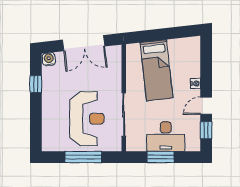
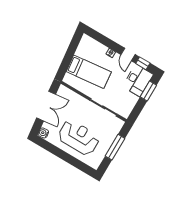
window: (36, 84) -> (54, 150), removed
reception desk: (87, 119) -> (79, 138), moved
desk: (166, 137) -> (138, 80), moved
window: (161, 157) -> (148, 91), moved

